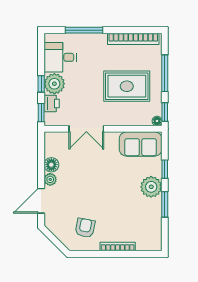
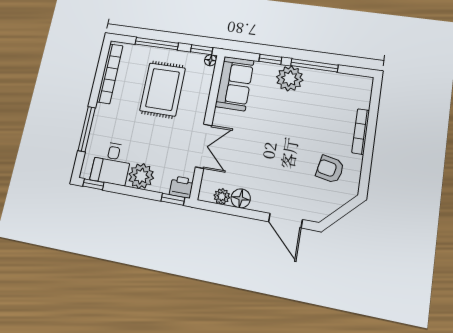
window: (41, 84) -> (93, 184), moved
printer: (52, 104) -> (181, 187), moved
plant: (50, 179) -> (222, 196), moved
window: (165, 204) -> (314, 65), width x1.44

